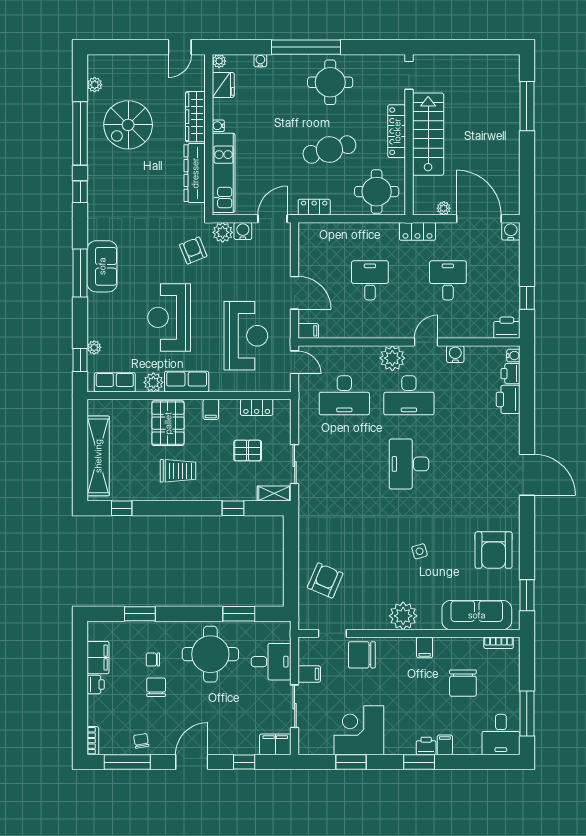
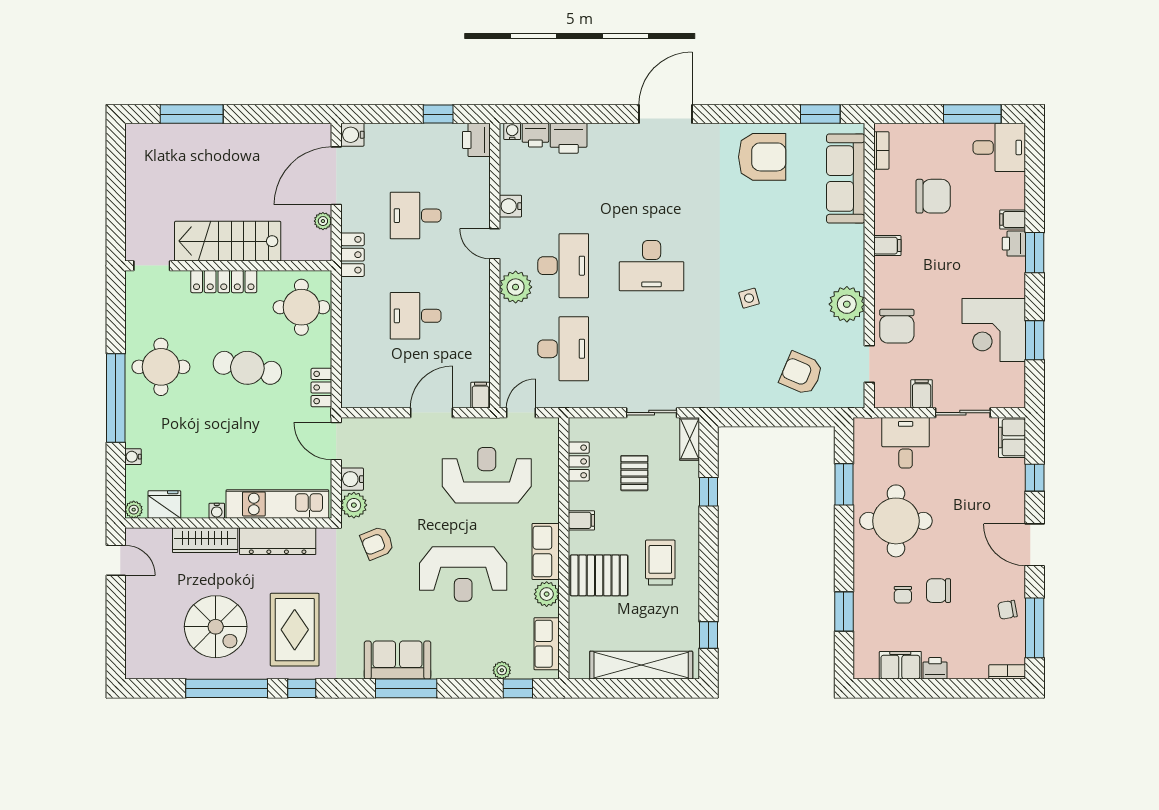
plant: (95, 85) -> (164, 670), removed
cafe table: (329, 150) -> (247, 368), turned -63
rug: (126, 186) -> (295, 630), added
side table: (420, 551) -> (749, 298), moved
plant: (403, 616) -> (847, 304), moved

